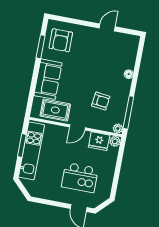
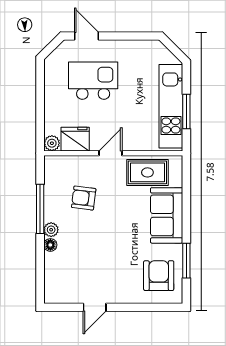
window: (128, 112) -> (40, 209), moved
plant: (118, 129) -> (51, 230), moved

